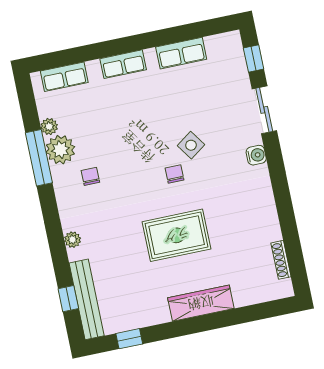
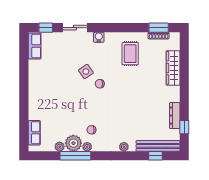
row of seats: (181, 53) -> (35, 46), moved
row of seats: (123, 64) -> (34, 99), removed
plant: (59, 175) -> (87, 147), added
rug: (177, 235) -> (130, 54), moved, width x0.73, depth x0.70
window: (295, 257) -> (159, 28), added
wardrobe: (201, 303) -> (173, 68), moved
dresser: (146, 318) -> (175, 116), added

